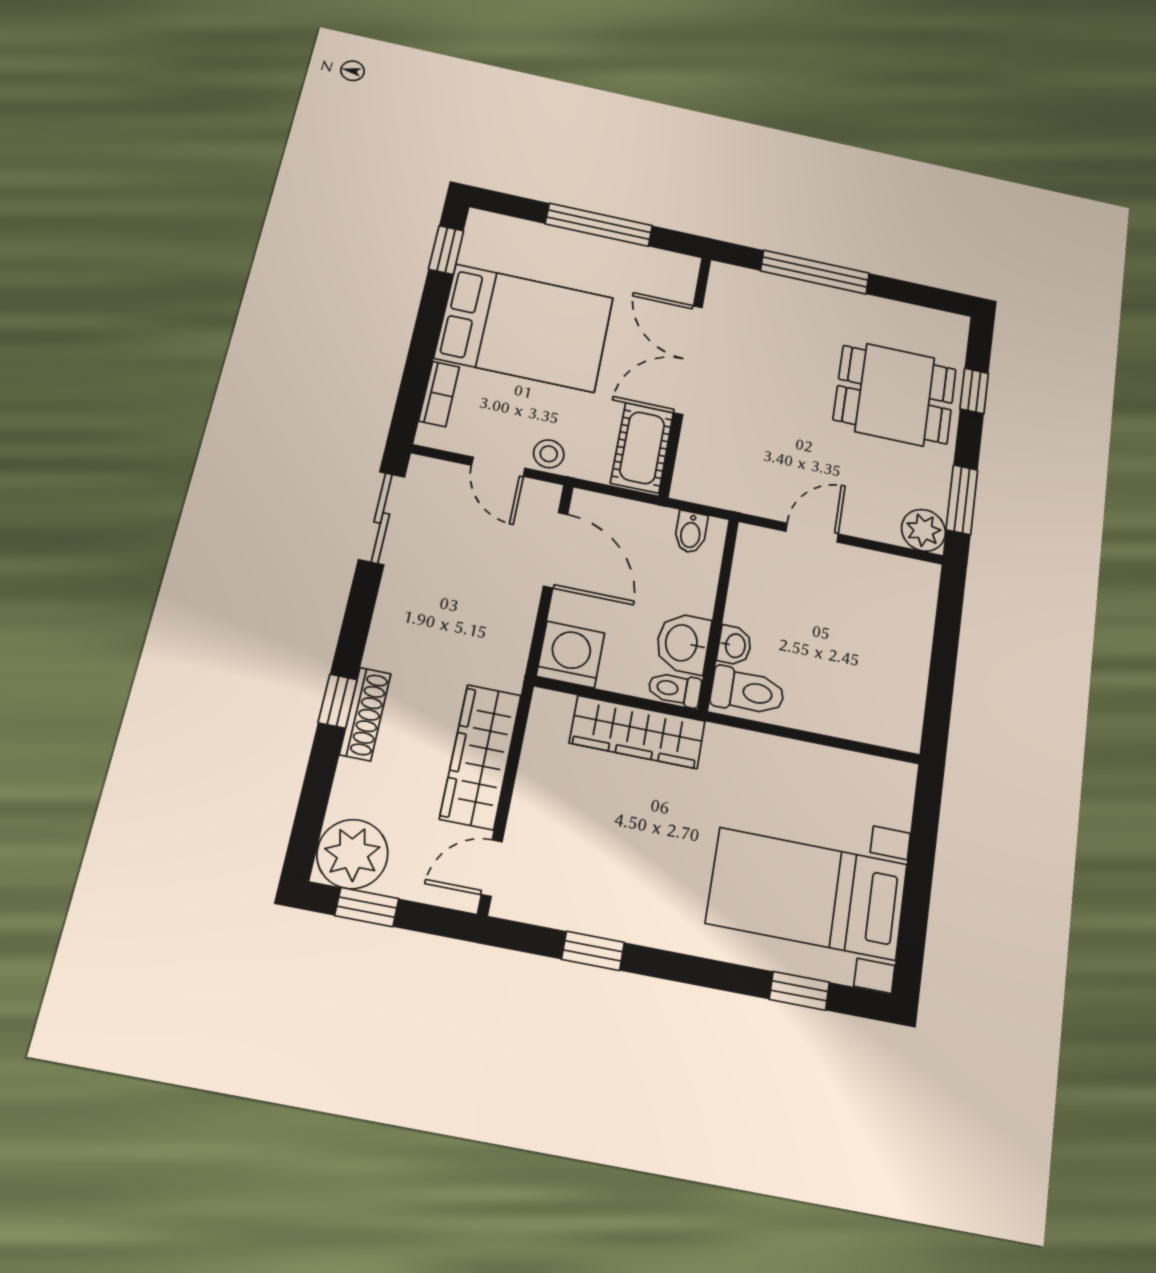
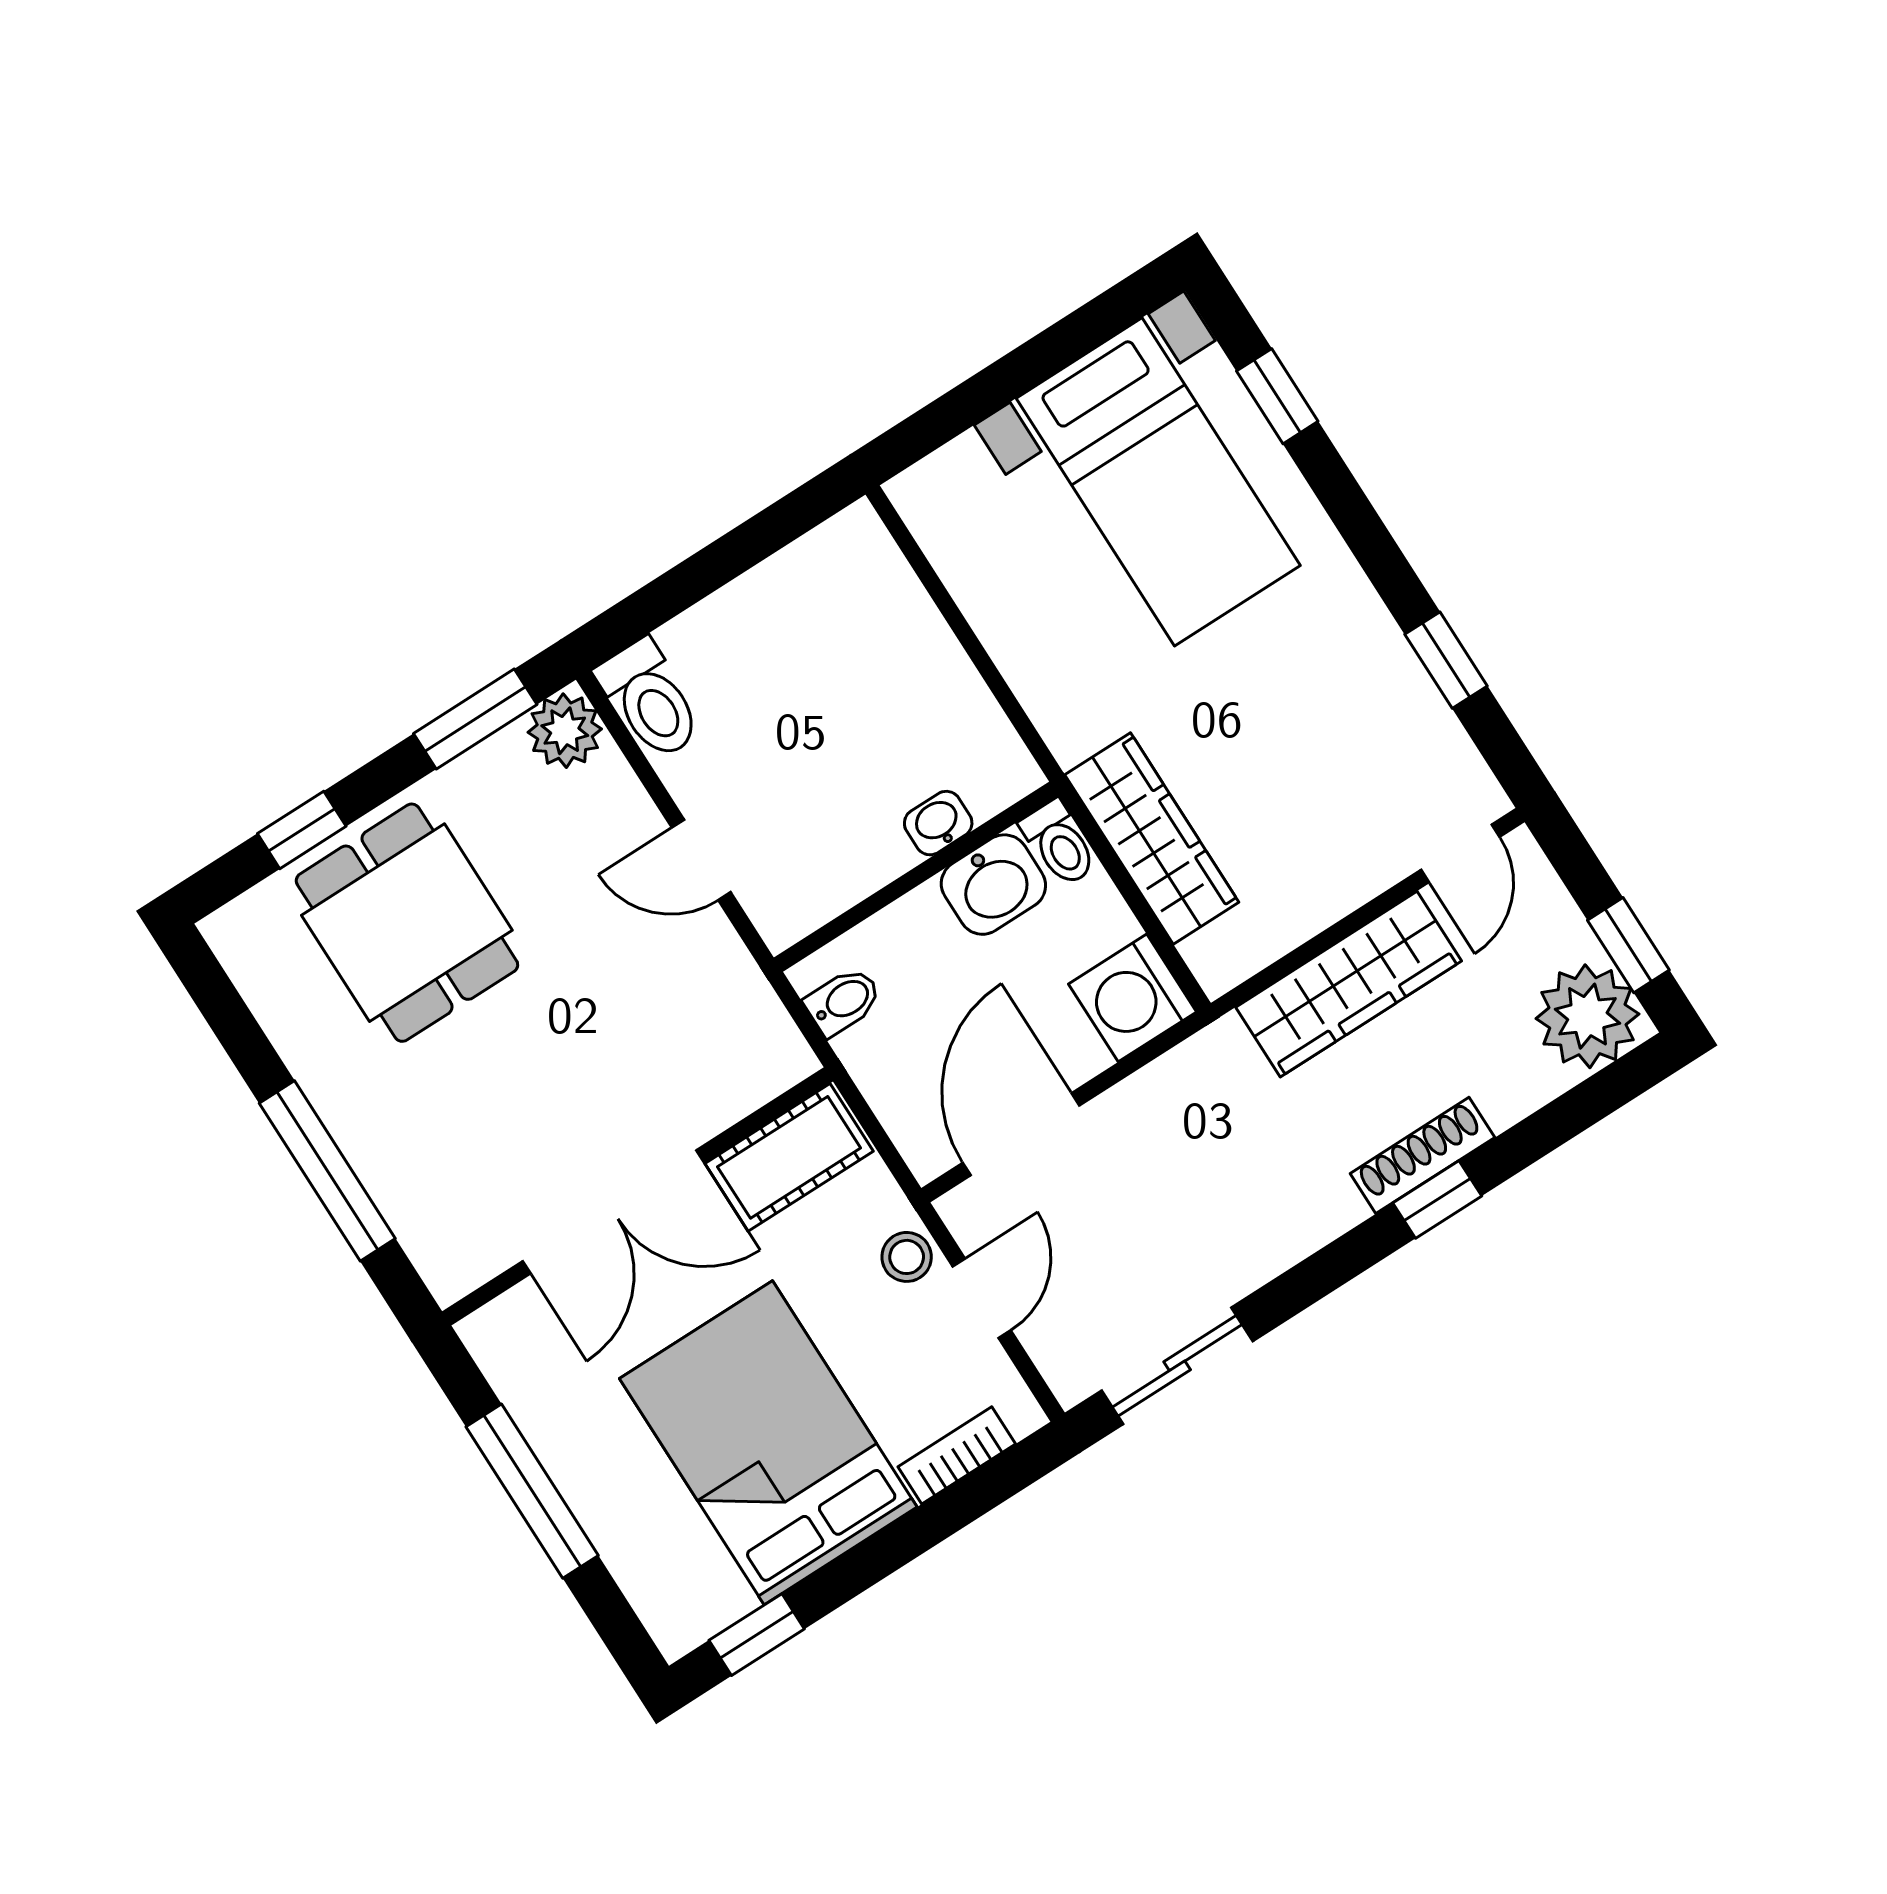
toilet: (748, 691) -> (650, 700), moved, turned 180
door: (492, 868) -> (1460, 853), hinge flipped

